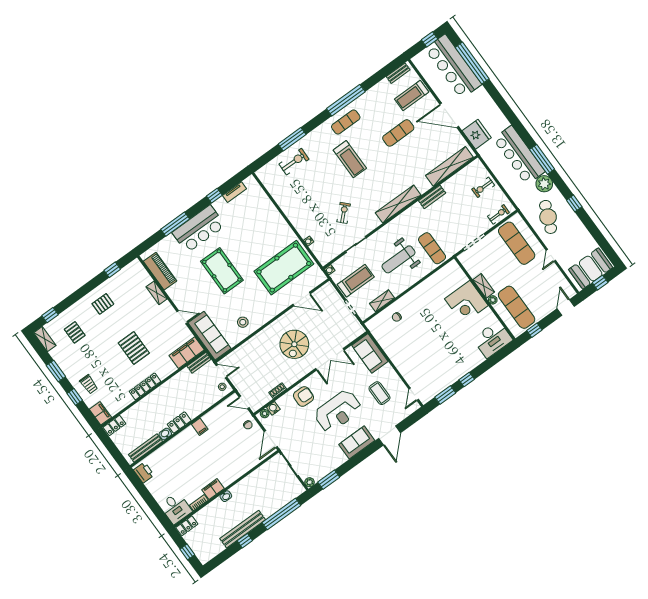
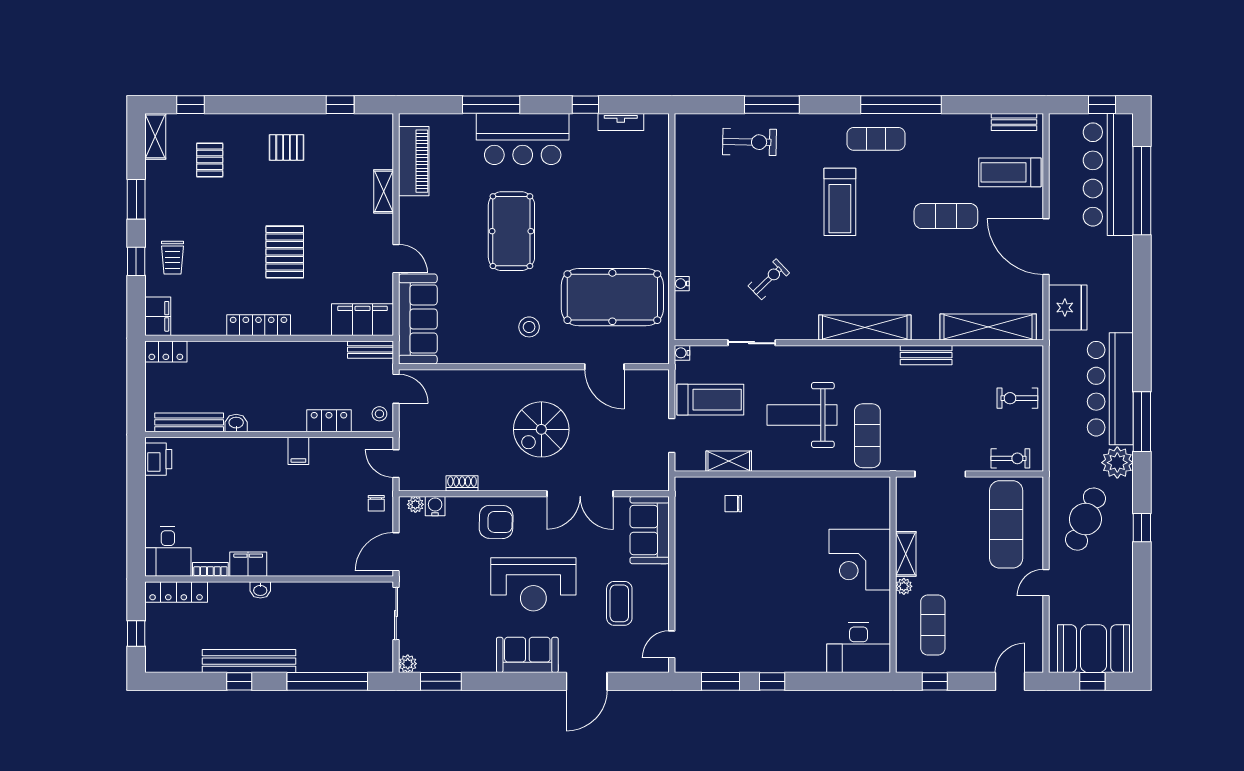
exercise mat: (517, 307) -> (933, 625), width x0.73, depth x0.69
stool: (243, 322) -> (529, 327), moved
locker: (179, 422) -> (329, 421), moved
locker: (187, 526) -> (176, 592), width x1.53

